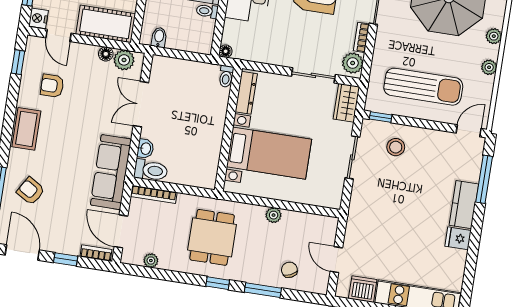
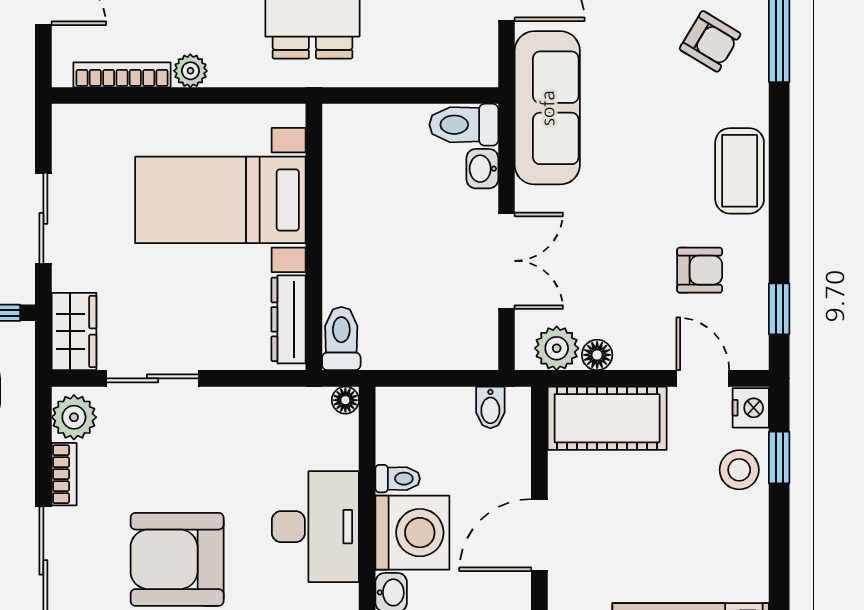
toilet: (226, 76) -> (341, 339), width x1.37, depth x1.39
bookcase: (154, 194) -> (122, 75), moved

